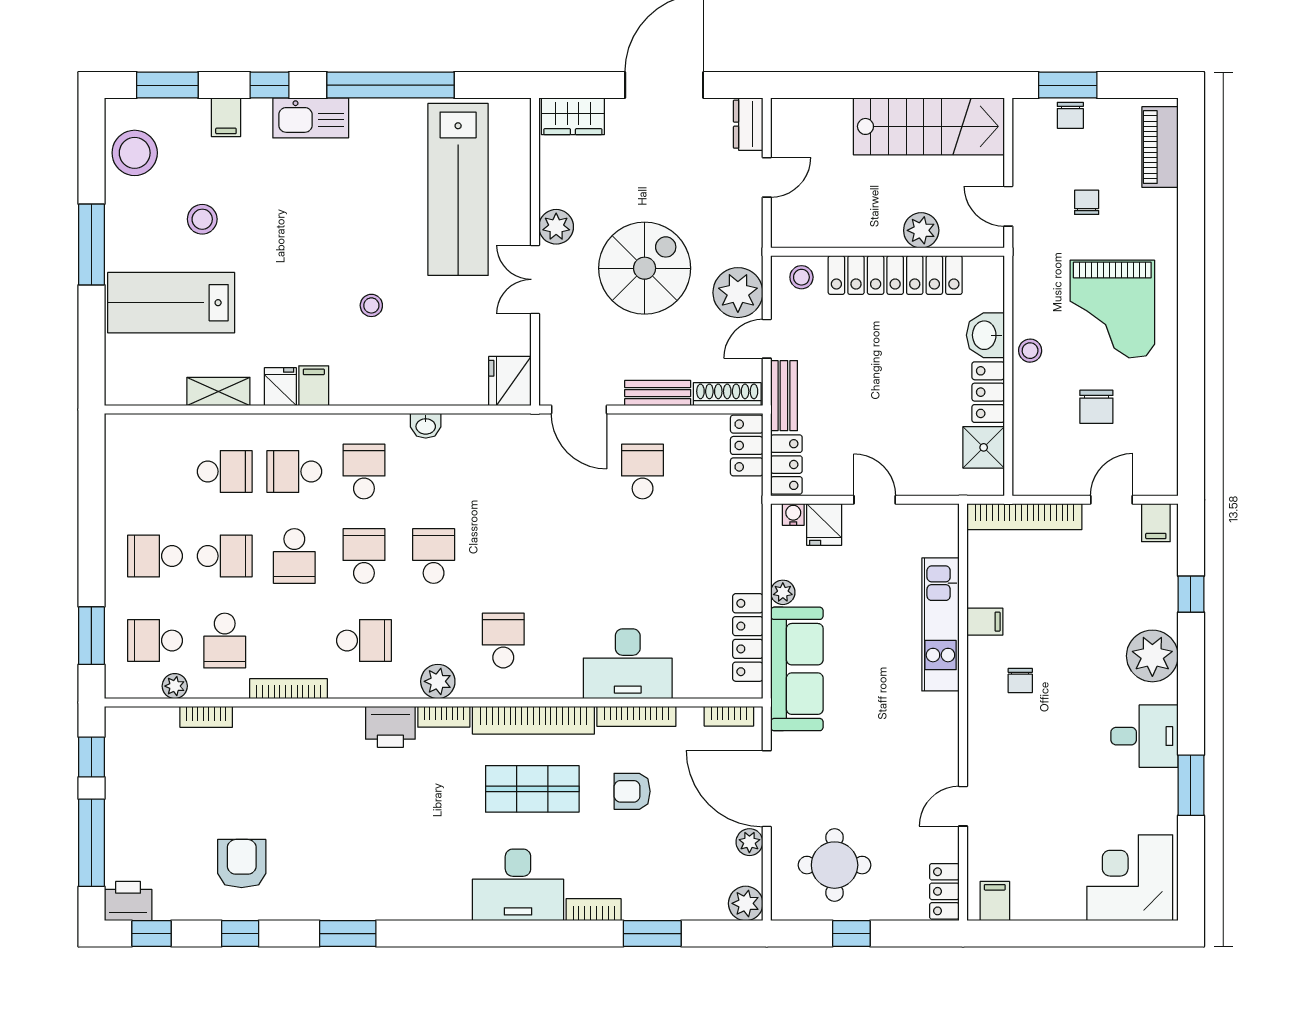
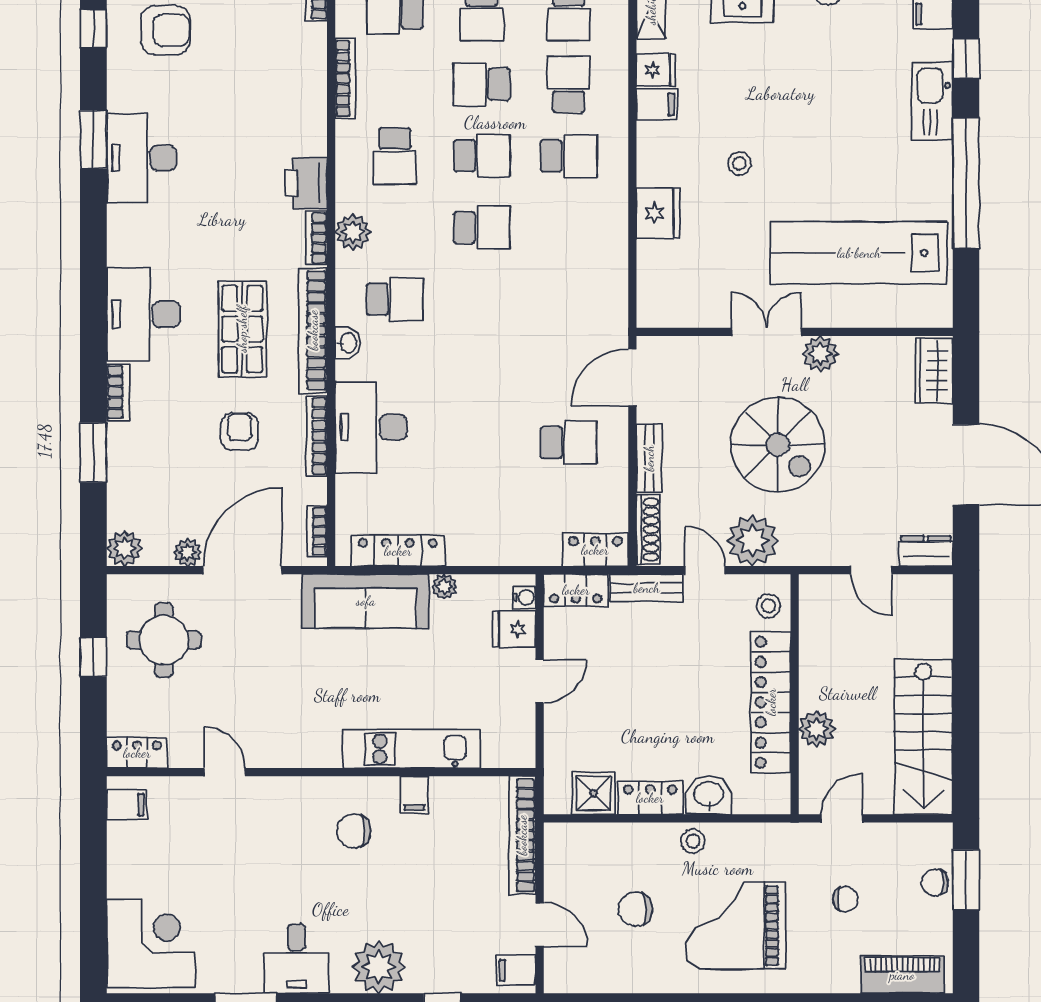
fridge: (510, 381) -> (658, 213), moved, turned 90
washbasin: (426, 426) -> (348, 343), moved, turned 180
chair: (1020, 680) -> (354, 831), width x1.37, depth x1.37
desk: (366, 887) -> (142, 158), added

